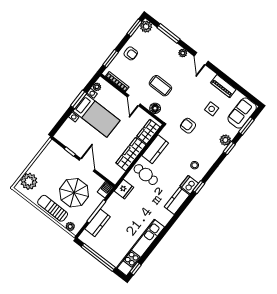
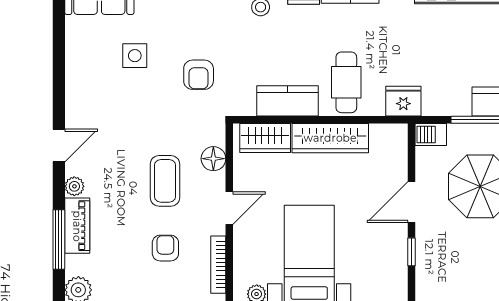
armchair: (131, 53) -> (165, 248), moved
piano: (223, 86) -> (77, 226), moved

